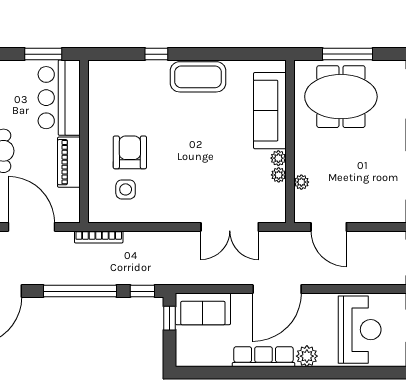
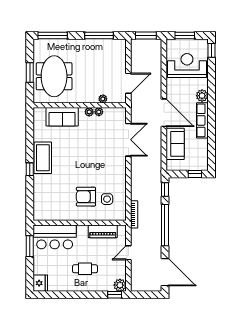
window: (156, 54) -> (30, 169), moved
window: (348, 54) -> (30, 72), width x0.69
sofa: (270, 111) -> (62, 117), width x0.73
piano: (69, 162) -> (103, 231), moved
door: (31, 227) -> (128, 253), width x0.53
sofa: (203, 309) -> (175, 144), moved
window: (170, 318) -> (195, 174), moved
window: (386, 373) -> (212, 50), added

